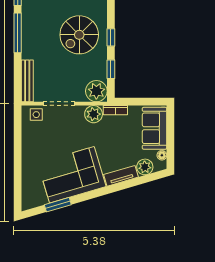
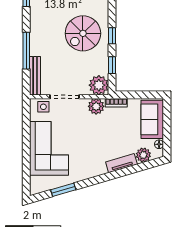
window: (18, 33) -> (26, 51), moved
corner sofa: (72, 175) -> (49, 148), moved, turned 106

